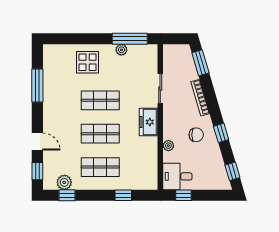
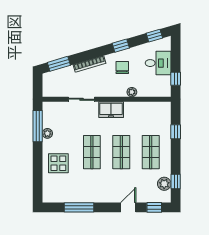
desk: (177, 176) -> (158, 63), moved, turned -90

